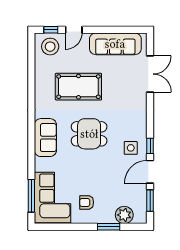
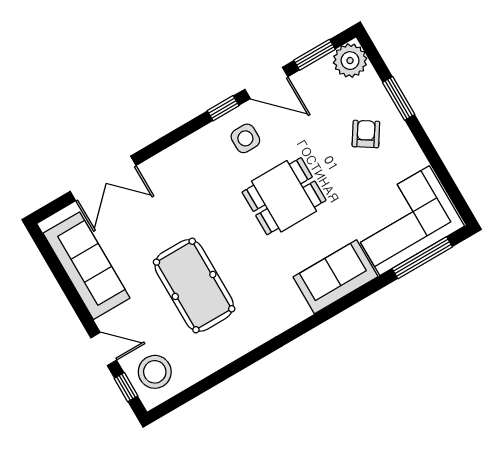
double door: (150, 74) -> (103, 178), swing flipped
dining table: (89, 134) -> (284, 196), moved, turned 90
sofa: (45, 138) -> (336, 277), moved
armchair: (87, 202) -> (366, 134), moved, turned -147
plant: (124, 215) -> (350, 61), moved

